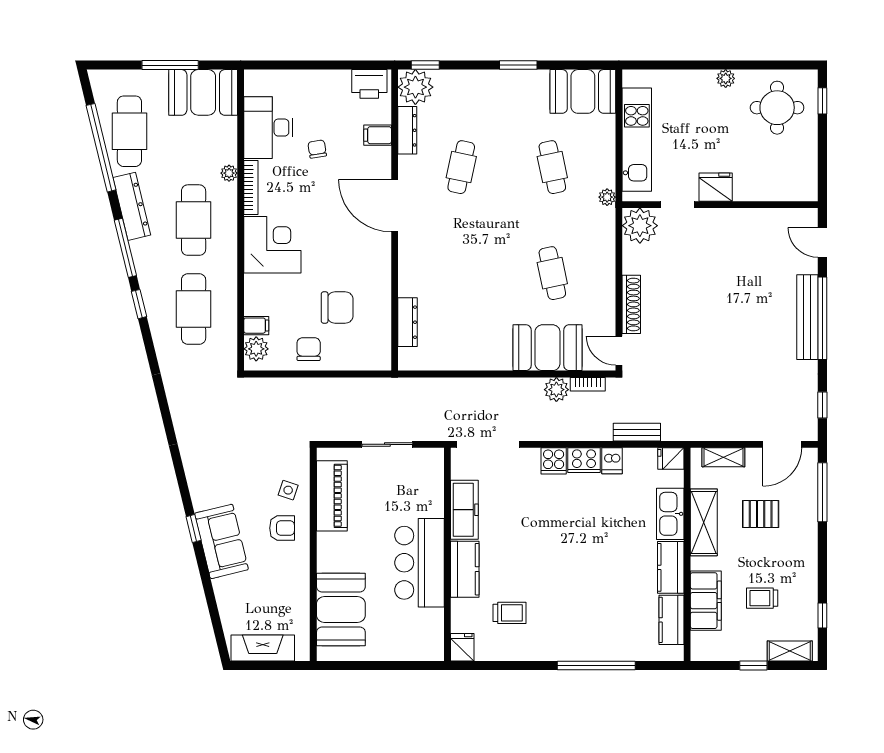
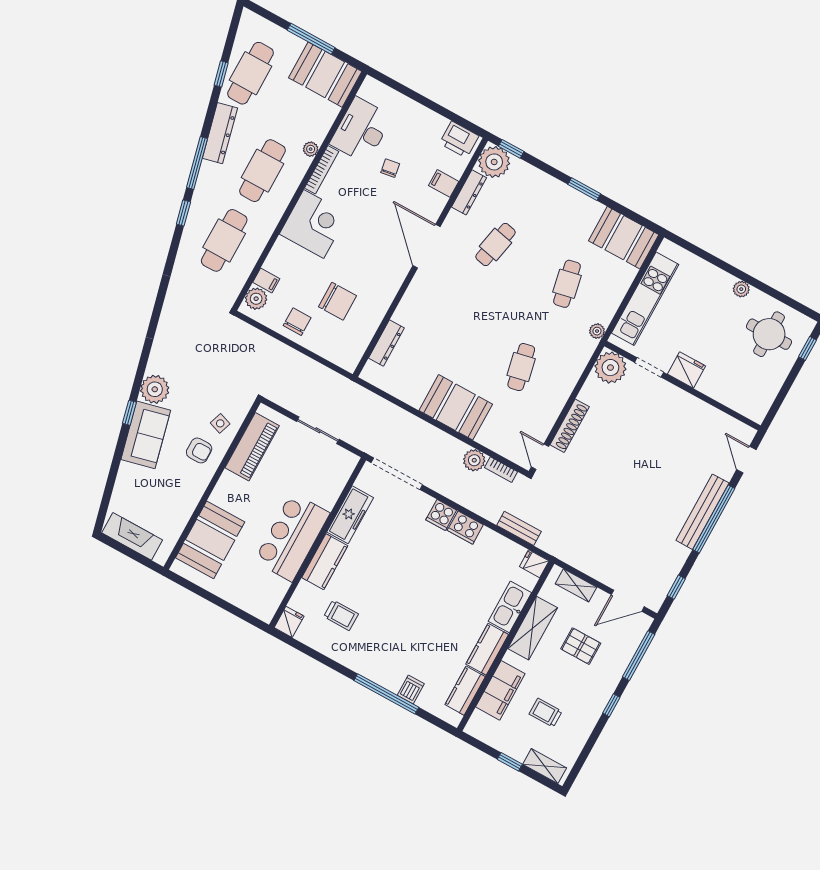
window: (101, 148) -> (221, 74), width x0.32
booth: (547, 348) -> (456, 407), moved
dishwasher: (612, 461) -> (411, 689), moved, turned 180
plant: (206, 492) -> (155, 389), added
window: (822, 616) -> (611, 705), moved

